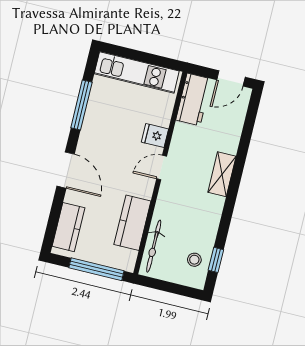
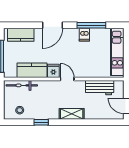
workbench: (194, 99) -> (100, 88), moved
dishwasher: (94, 121) -> (84, 35), added
fridge: (155, 136) -> (53, 71), moved
window: (216, 260) -> (41, 122), moved

